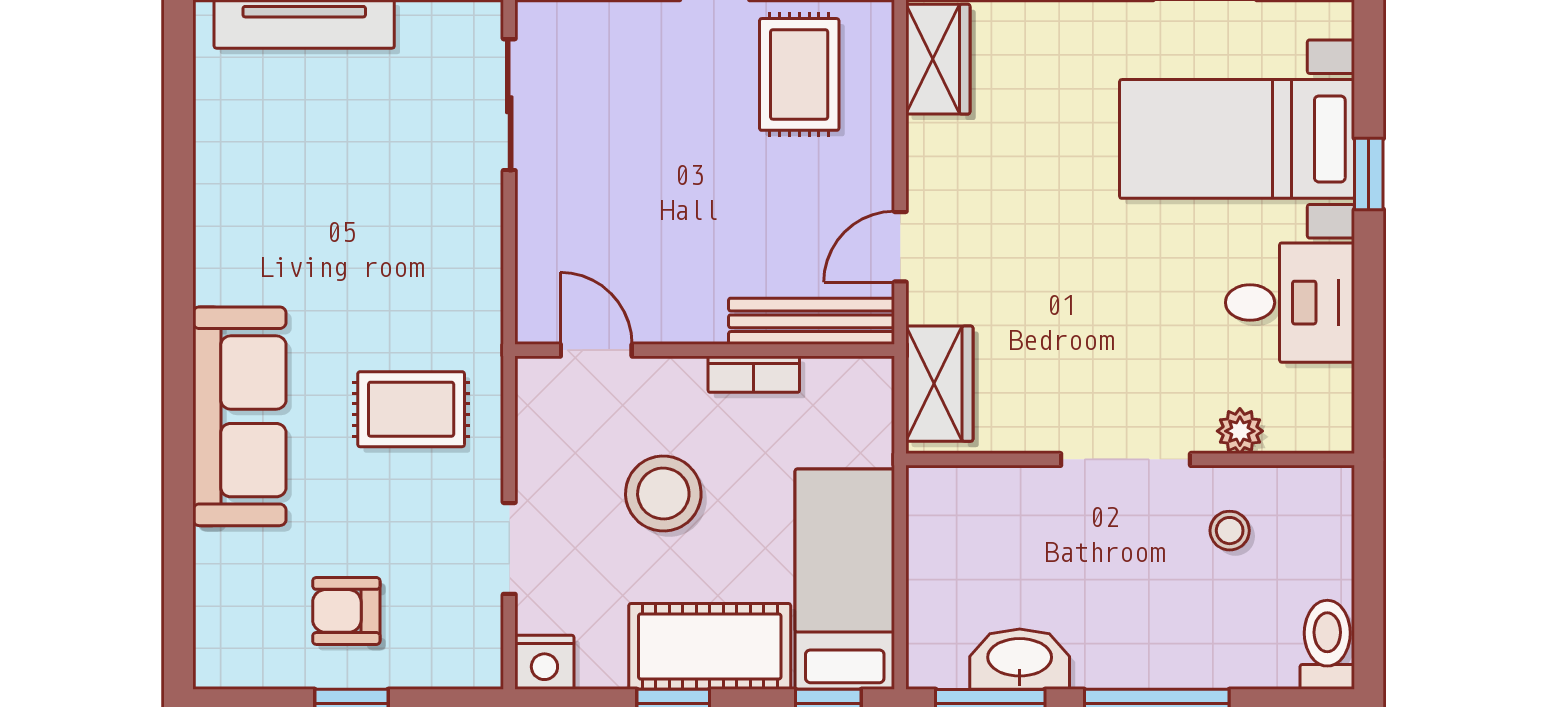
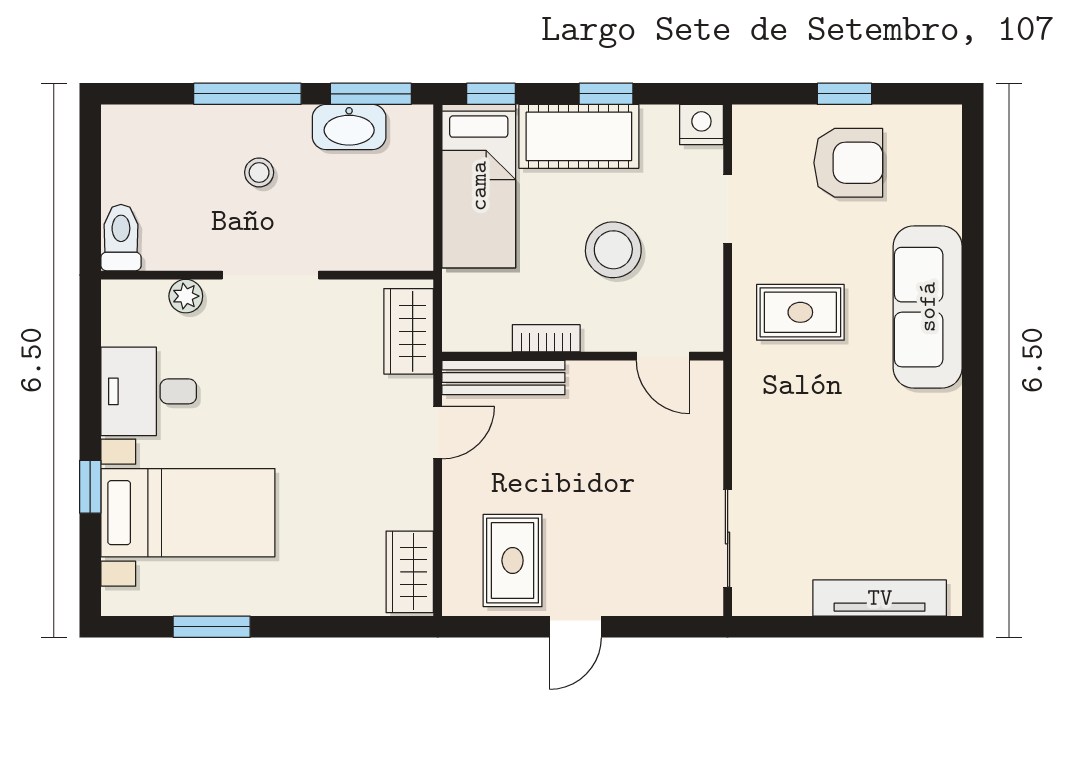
stool: (1230, 531) -> (259, 172), moved
armchair: (346, 611) -> (848, 163), width x1.38, depth x1.38
toilet: (1327, 645) -> (121, 238), moved, turned 180

